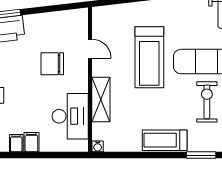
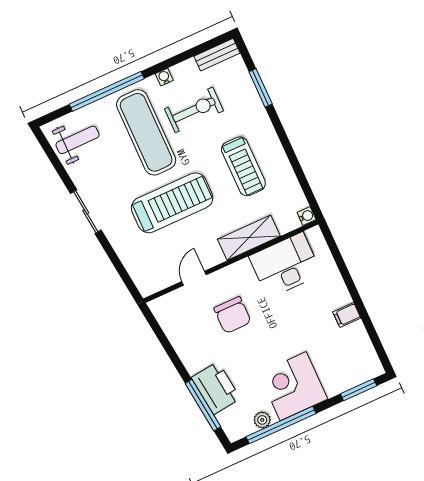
exercise bike: (207, 102) -> (194, 110), turned 180
treadmill: (165, 140) -> (243, 166), moved
filing cabinet: (31, 142) -> (337, 297), removed

